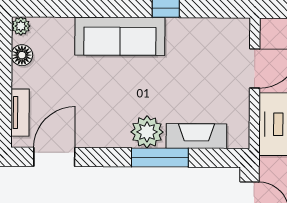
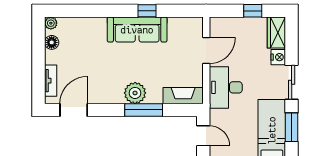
sofa: (120, 36) -> (137, 30), moved
fireplace: (196, 136) -> (183, 96), moved

